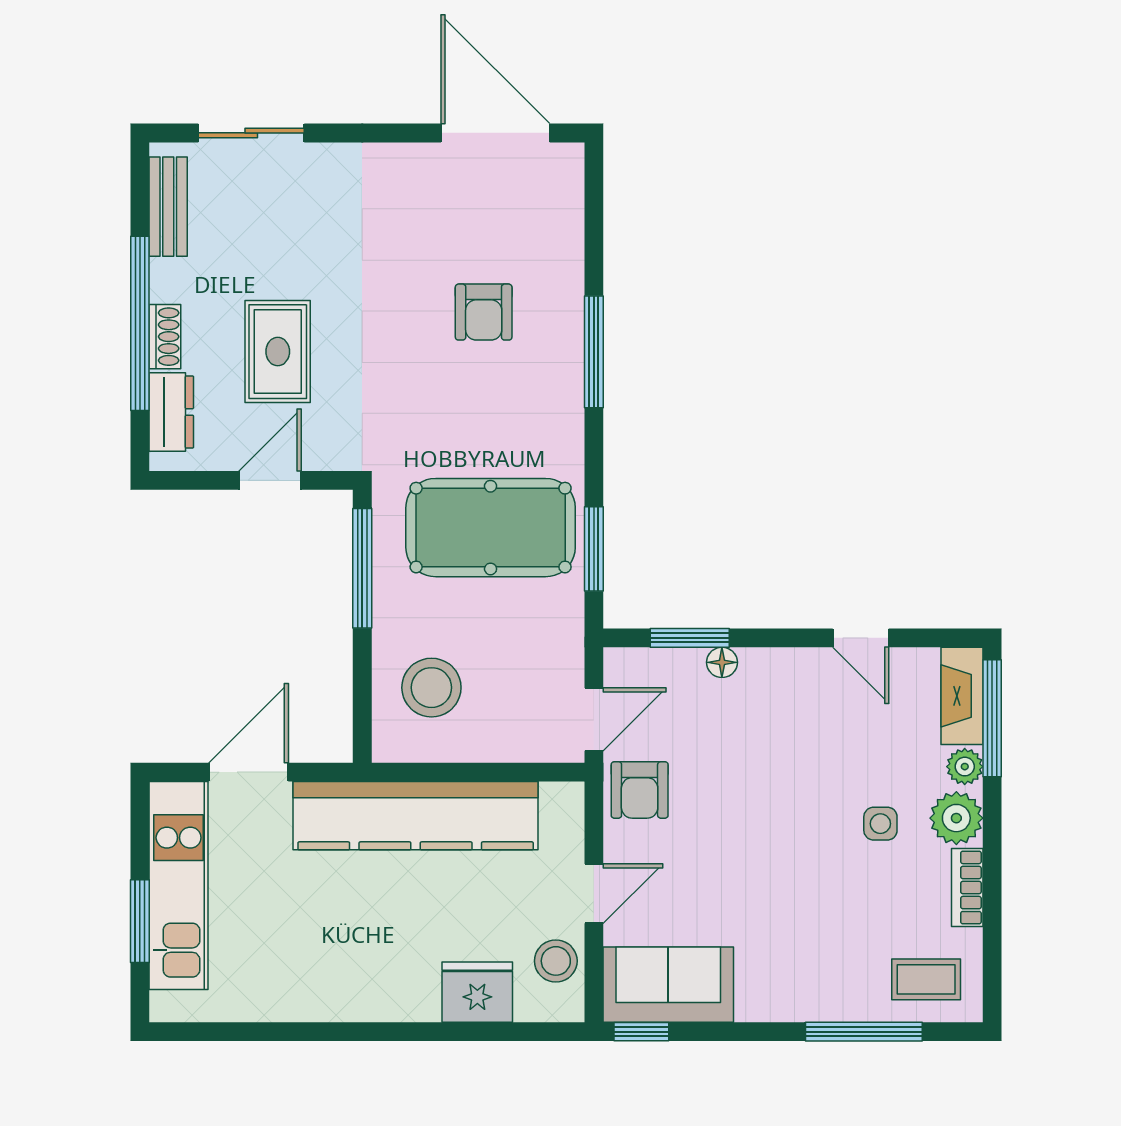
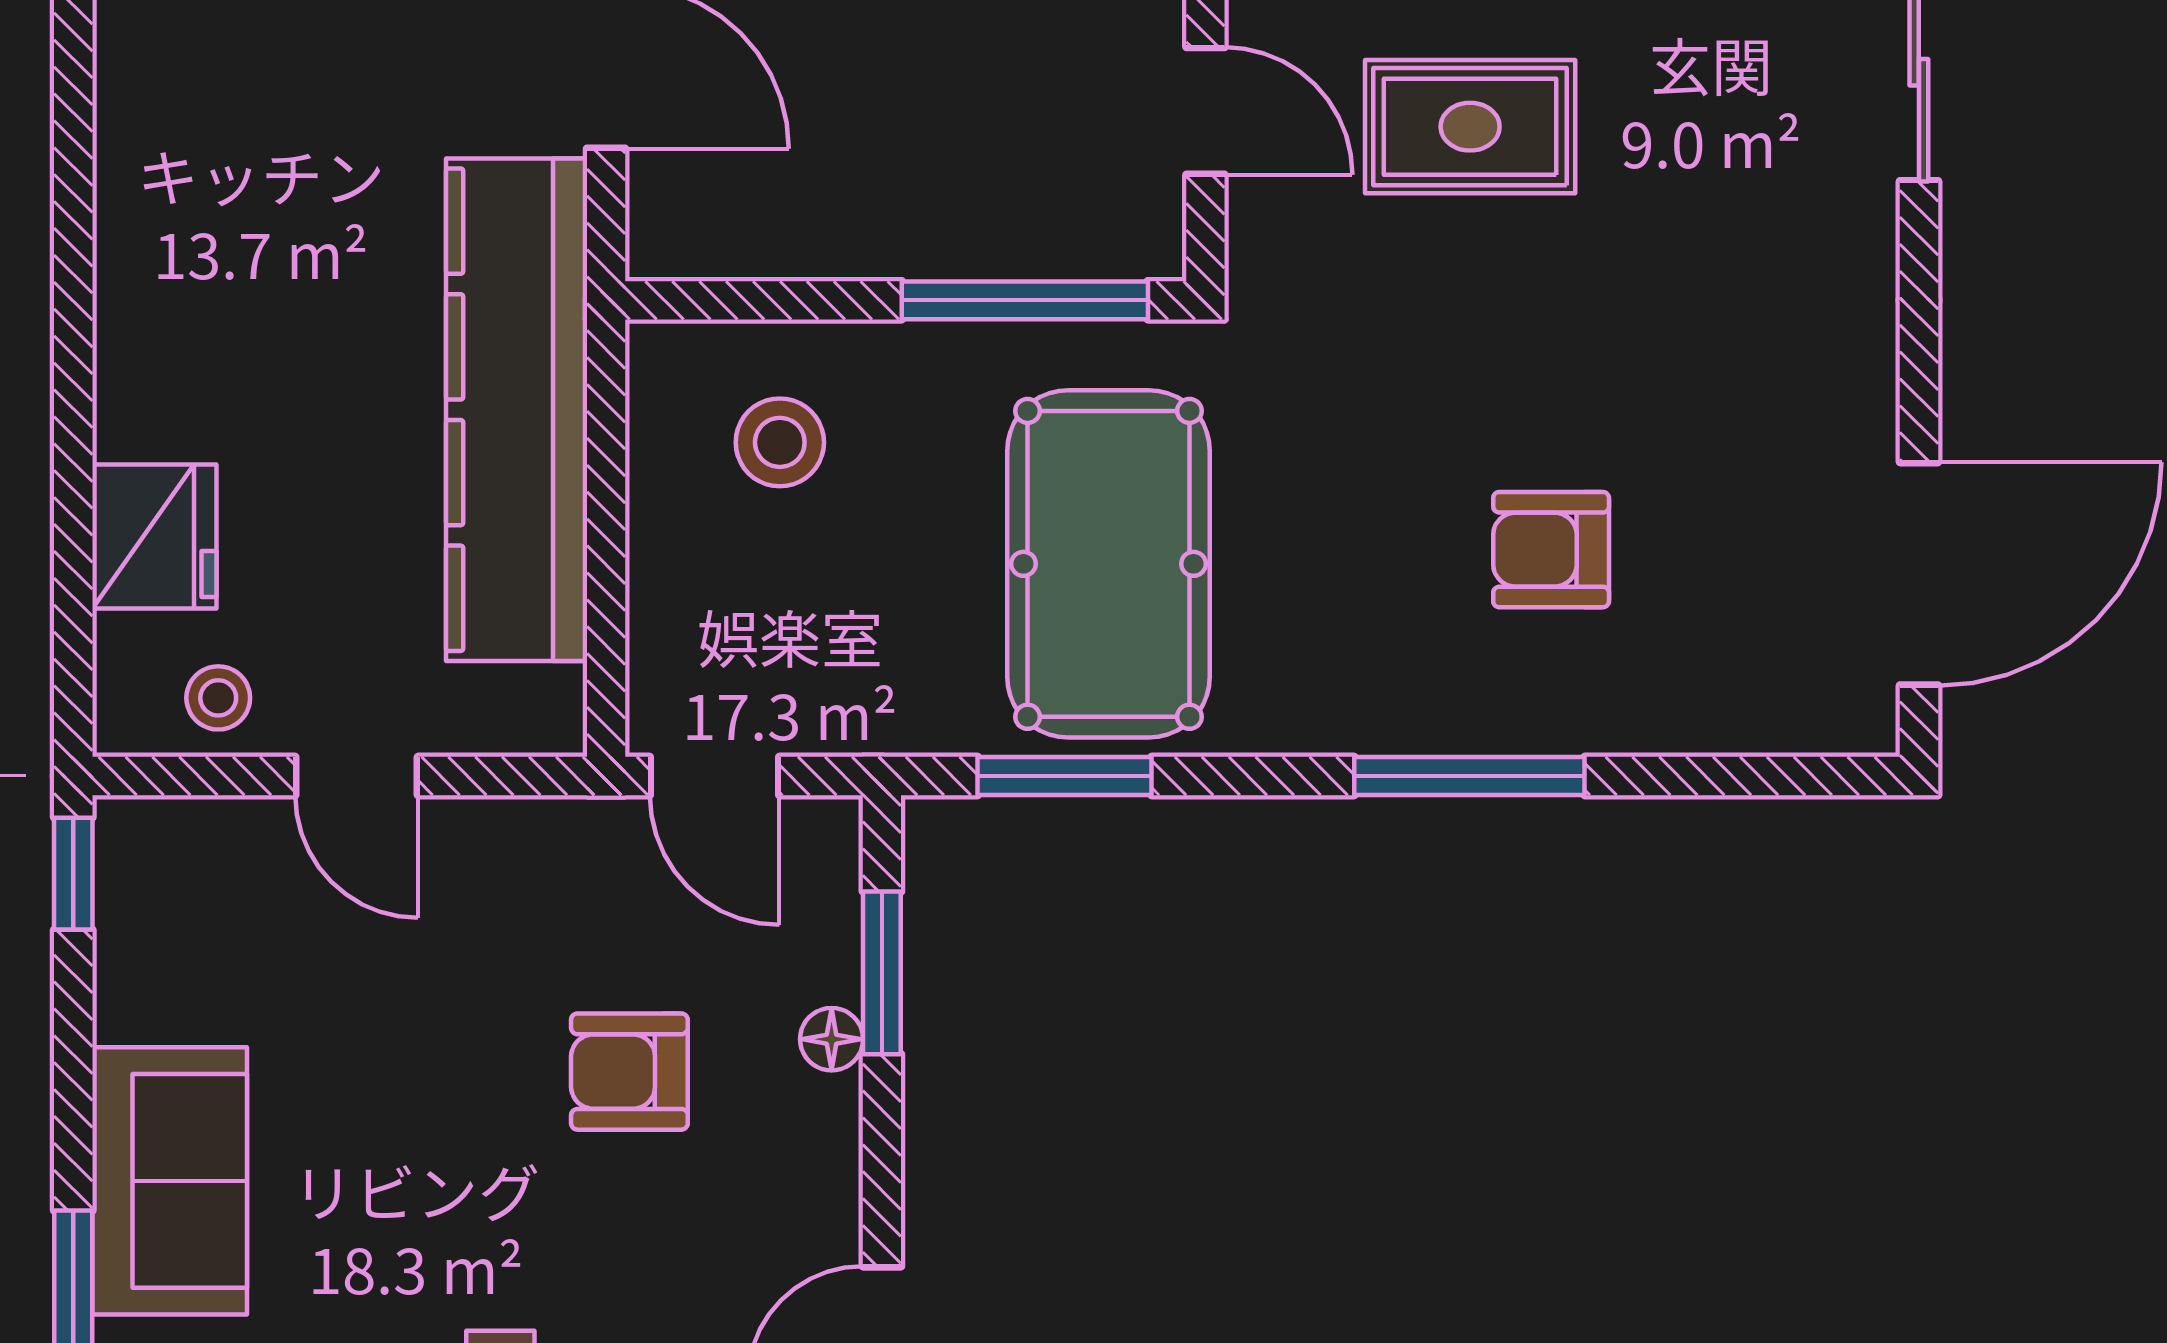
stool: (431, 688) -> (780, 442), width x0.73, depth x0.73
armchair: (640, 790) -> (629, 1072), moved
stool: (556, 961) -> (218, 698), width x0.73, depth x0.73
sofa: (668, 985) -> (170, 1181), moved

